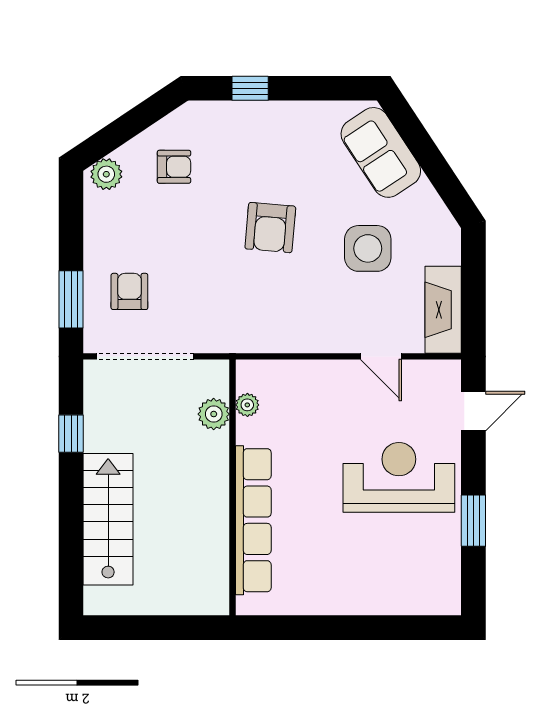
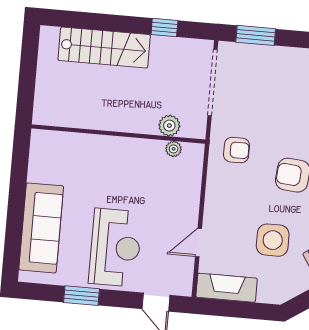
armchair: (129, 291) -> (237, 150), moved
row of seats: (253, 520) -> (95, 146), removed
sofa: (380, 588) -> (41, 228), added

